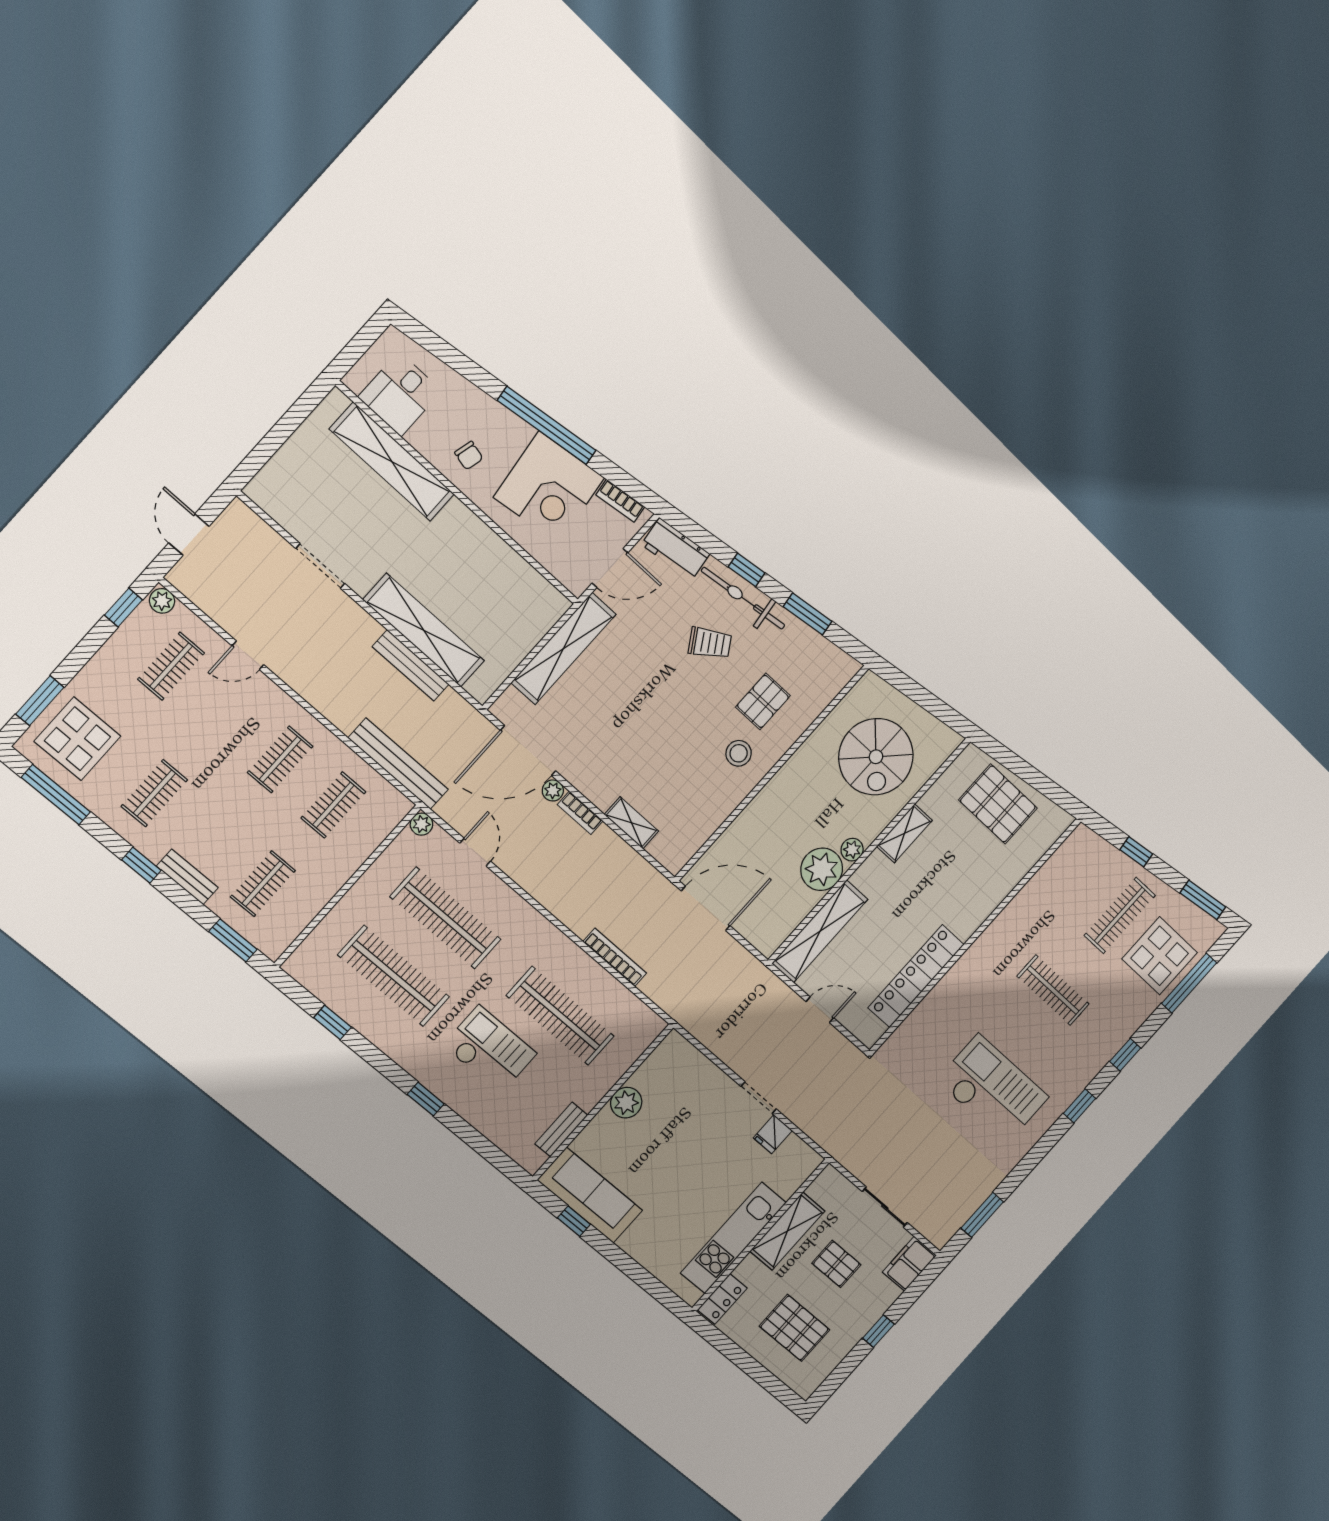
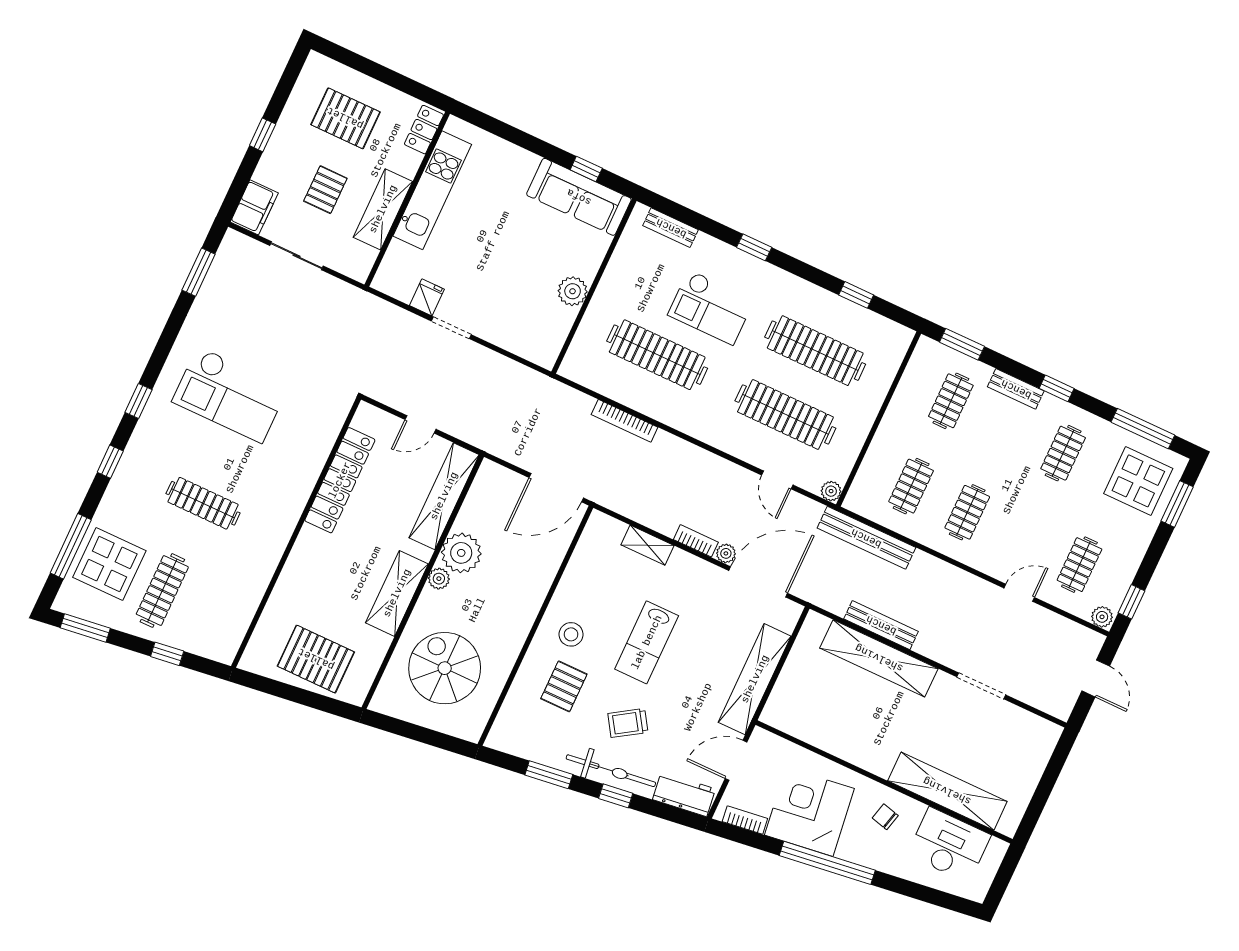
desk: (400, 394) -> (949, 845), width x1.37
lab bench: (664, 722) -> (647, 642), added
shelving: (904, 833) -> (397, 593), width x1.50, depth x1.33
bench: (561, 1129) -> (671, 228), moved, turned 90
pallet: (836, 1264) -> (325, 190), turned 90

